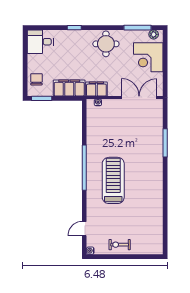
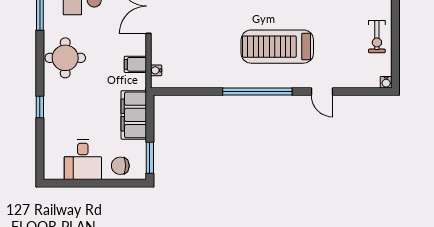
desk: (40, 42) -> (83, 160), moved
filing cabinet: (96, 89) -> (135, 64), width x0.50
door: (84, 229) -> (322, 92), moved

